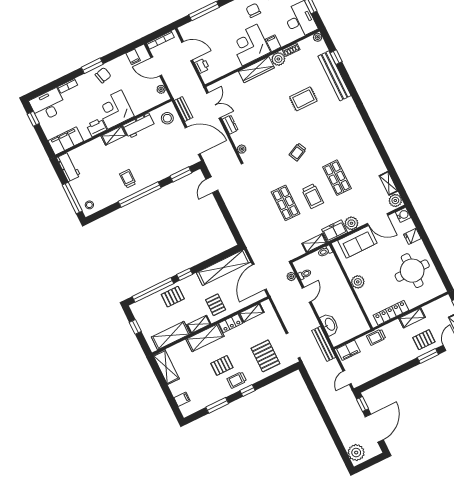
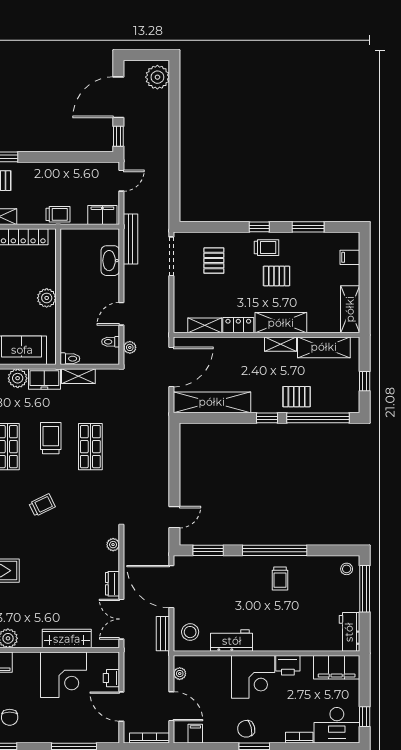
corner desk: (250, 45) -> (63, 675), moved
wardrobe: (256, 70) -> (67, 639), moved
shelving: (114, 135) -> (271, 644), removed
pallet: (216, 305) -> (246, 359), removed
pallet: (265, 356) -> (214, 261), width x0.67, depth x0.71

